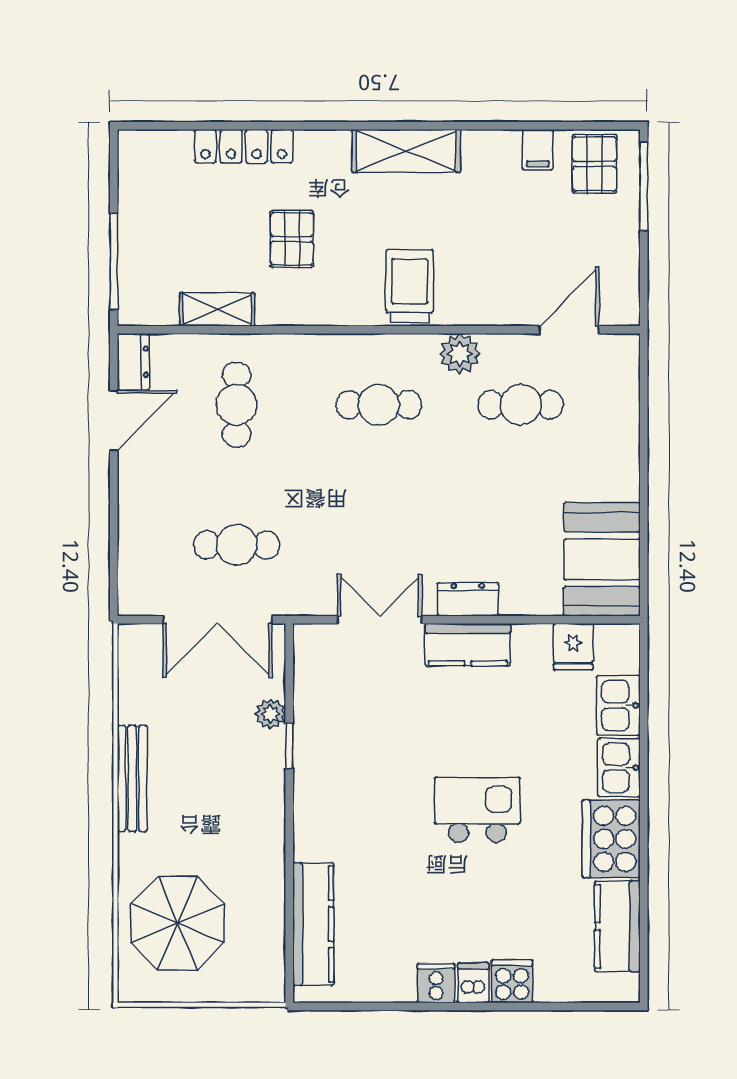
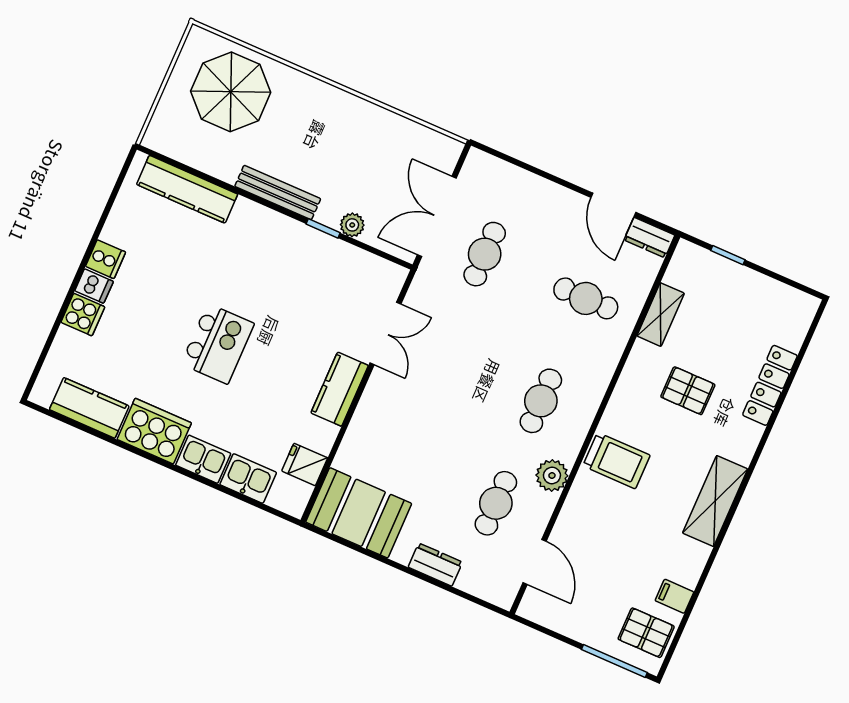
window: (114, 261) -> (728, 255), width x0.46
dresser: (468, 599) -> (435, 565), moved, turned -90
bench: (132, 778) -> (278, 193), moved

